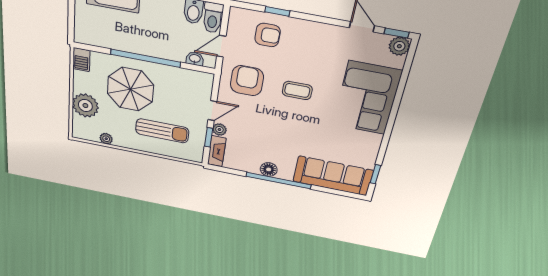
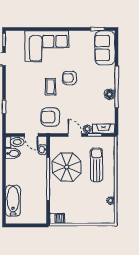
armchair: (268, 35) -> (70, 78), moved, turned -90
plant: (399, 46) -> (11, 36), removed
parasol: (130, 89) -> (67, 167), moved
plant: (85, 106) -> (89, 215), removed
sofa: (333, 176) -> (105, 48), width x0.73

